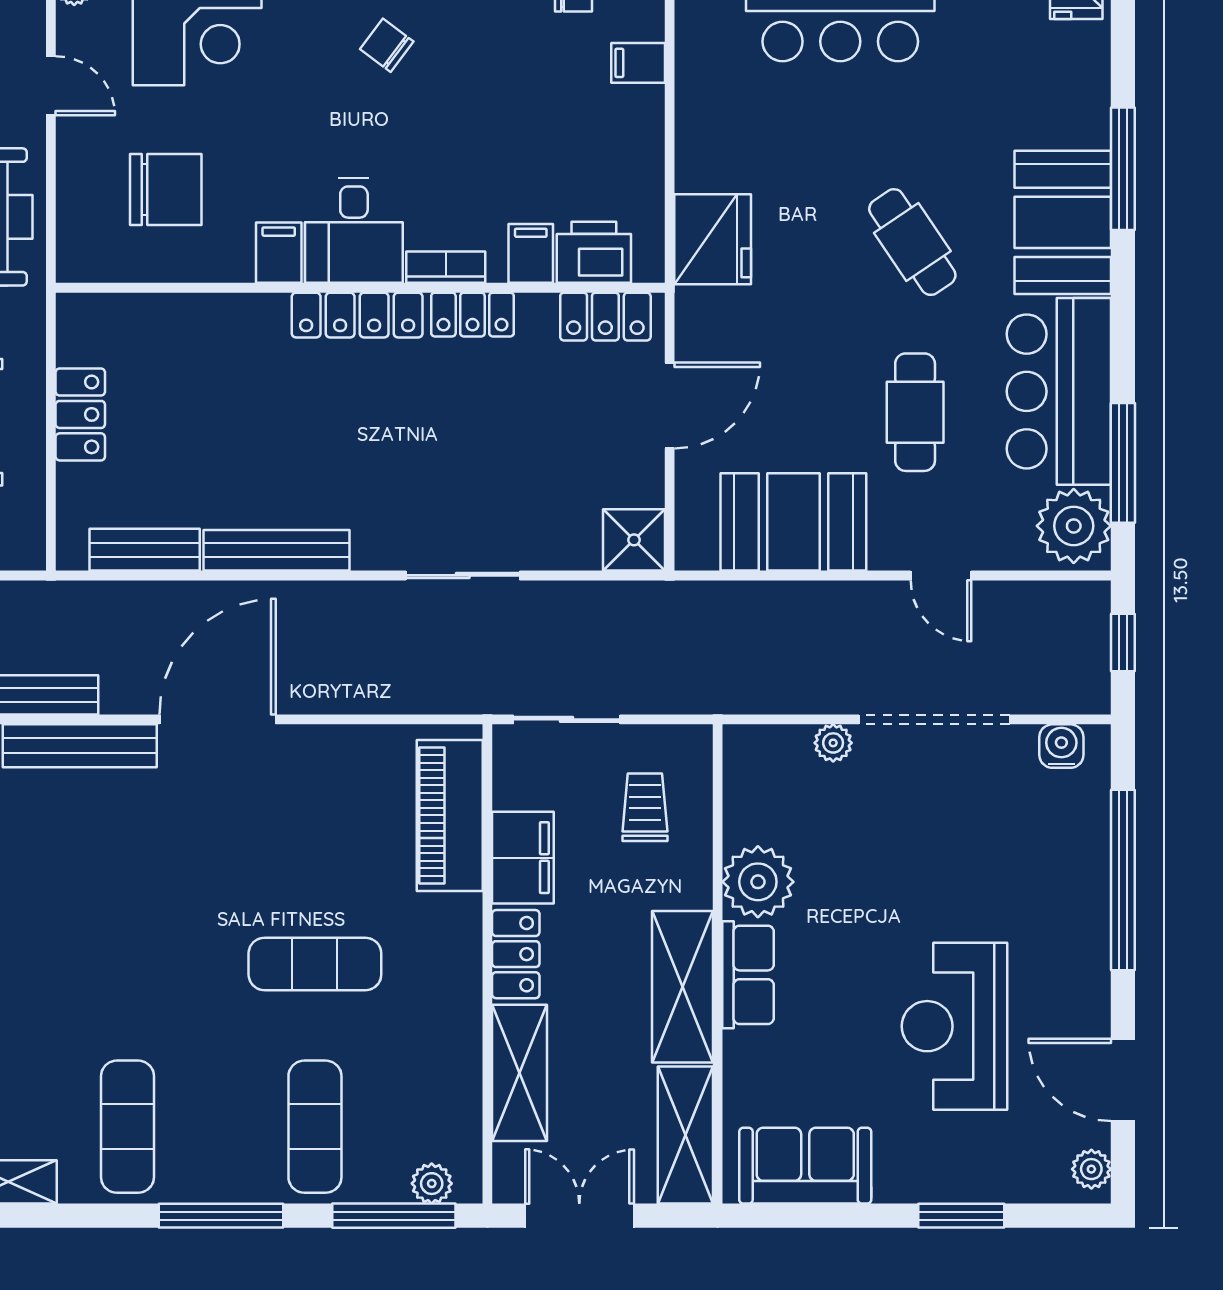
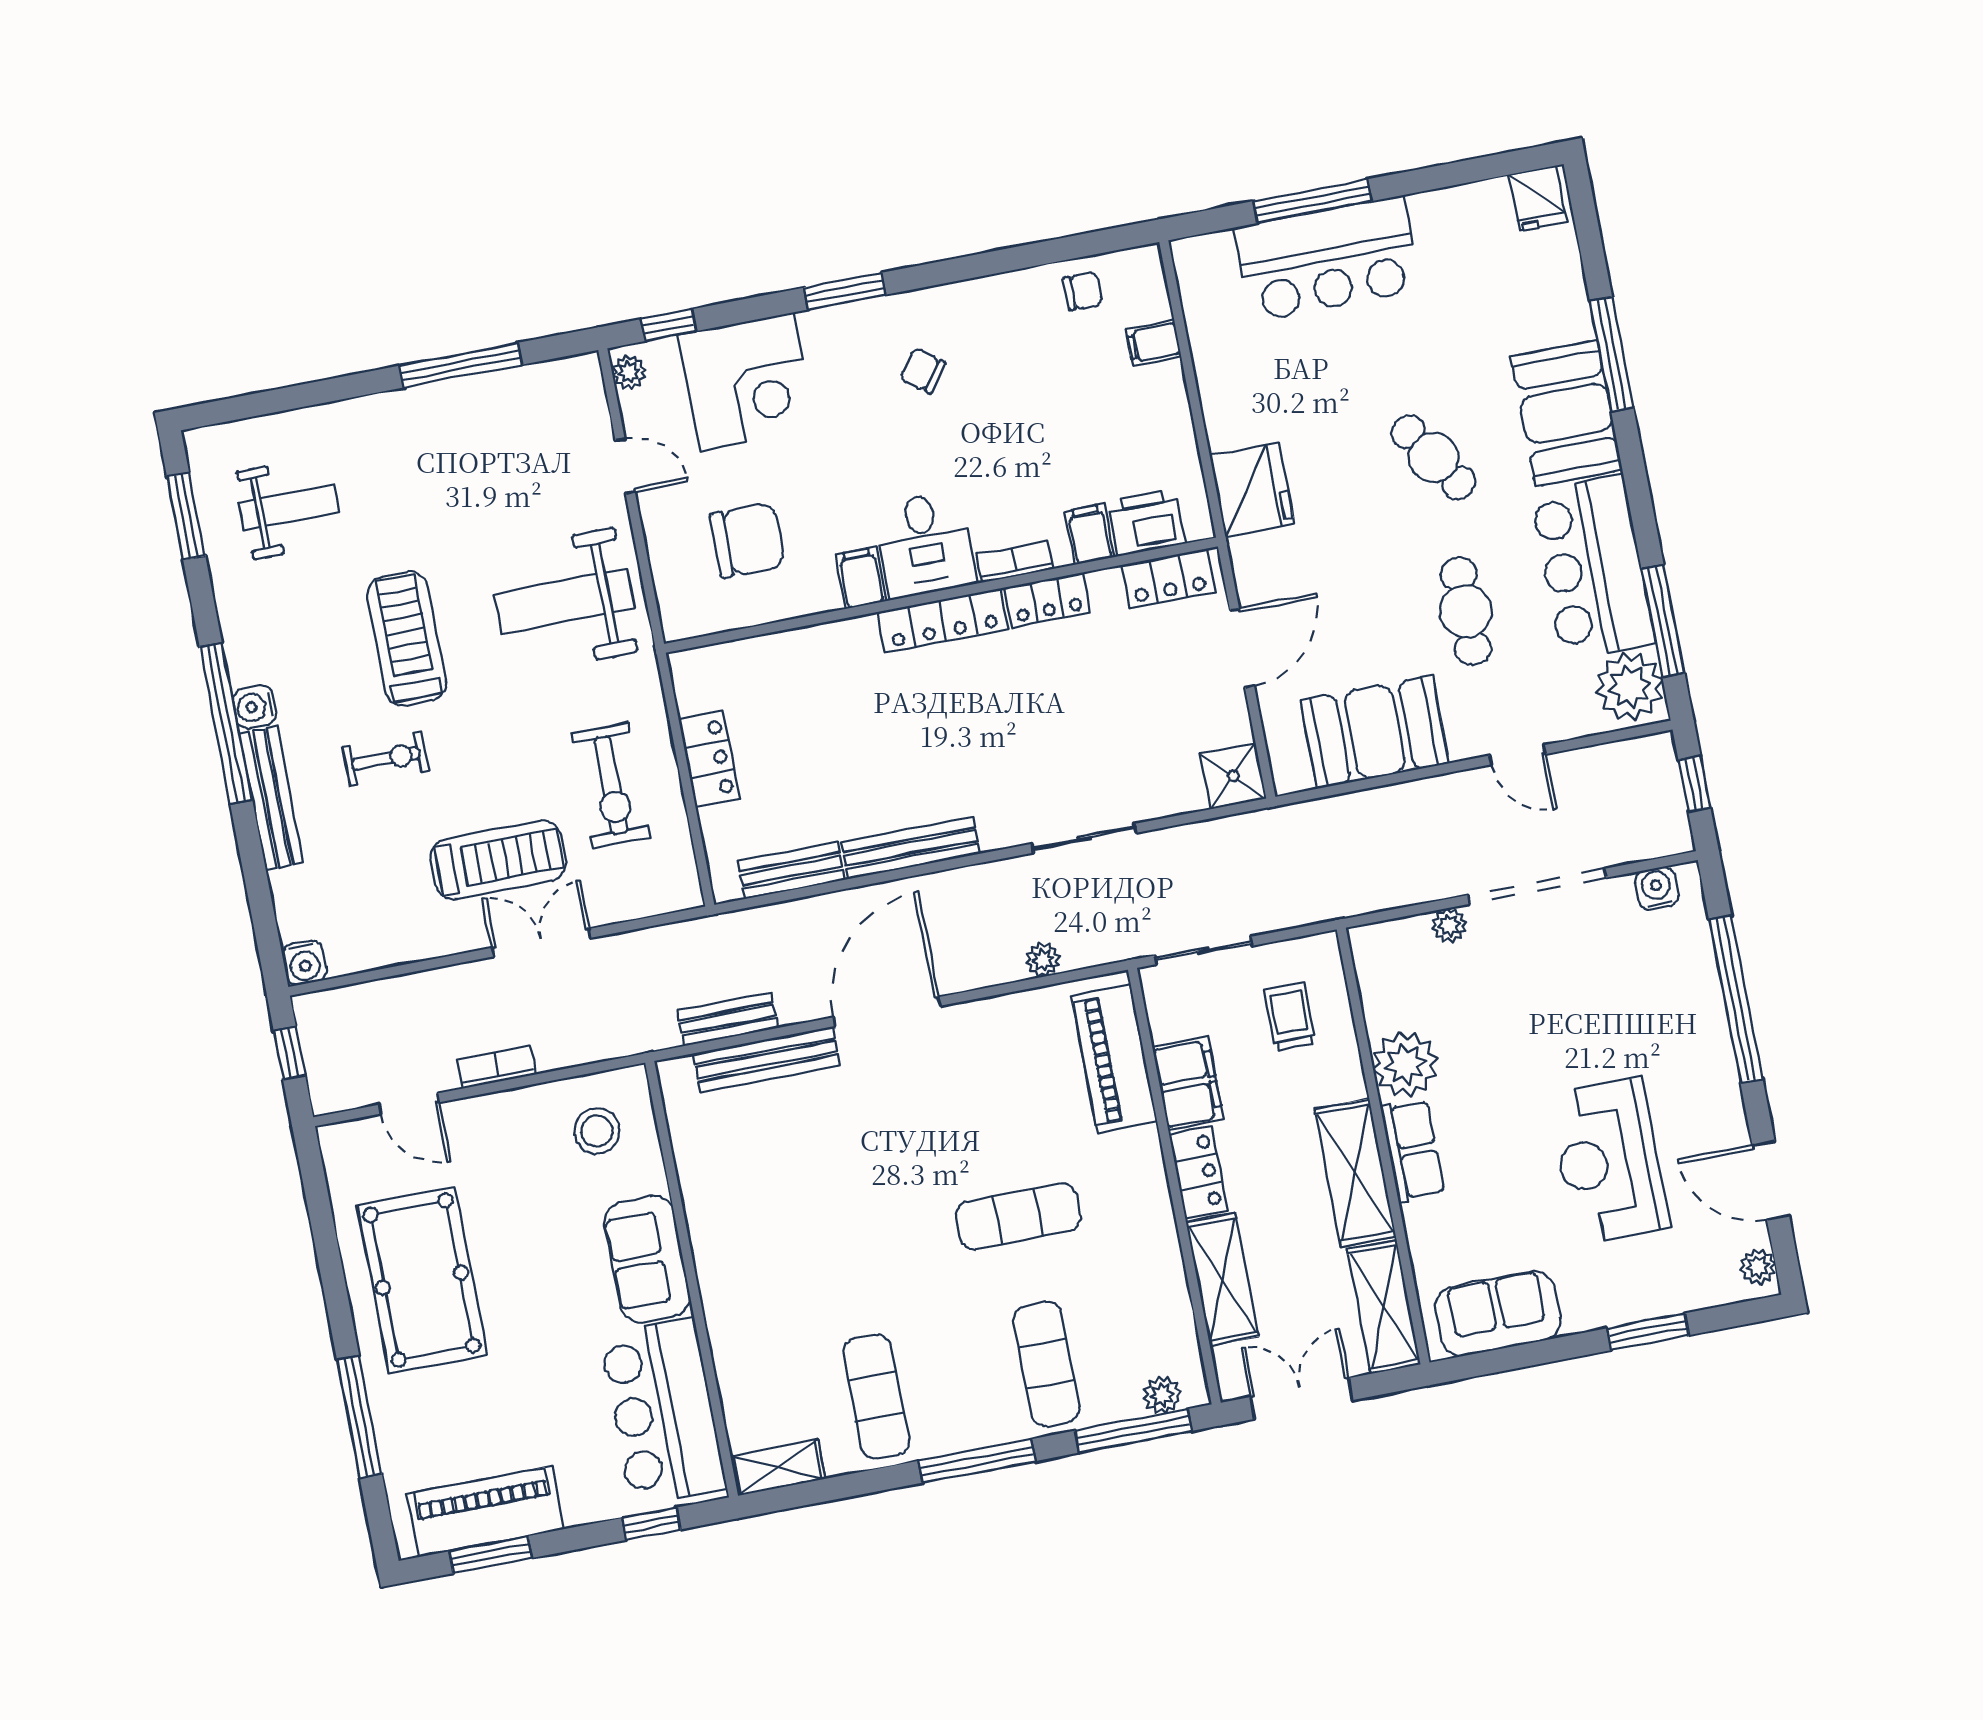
plant: (394, 696) -> (1043, 960), added

